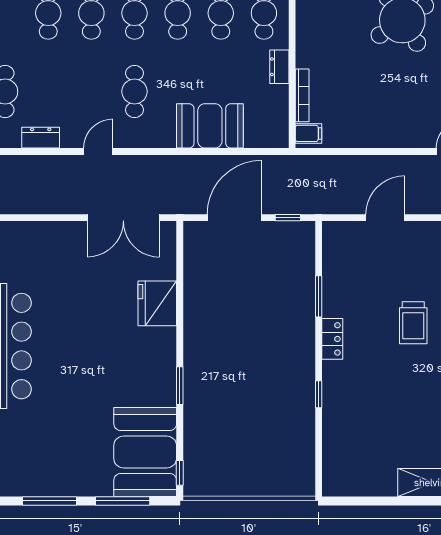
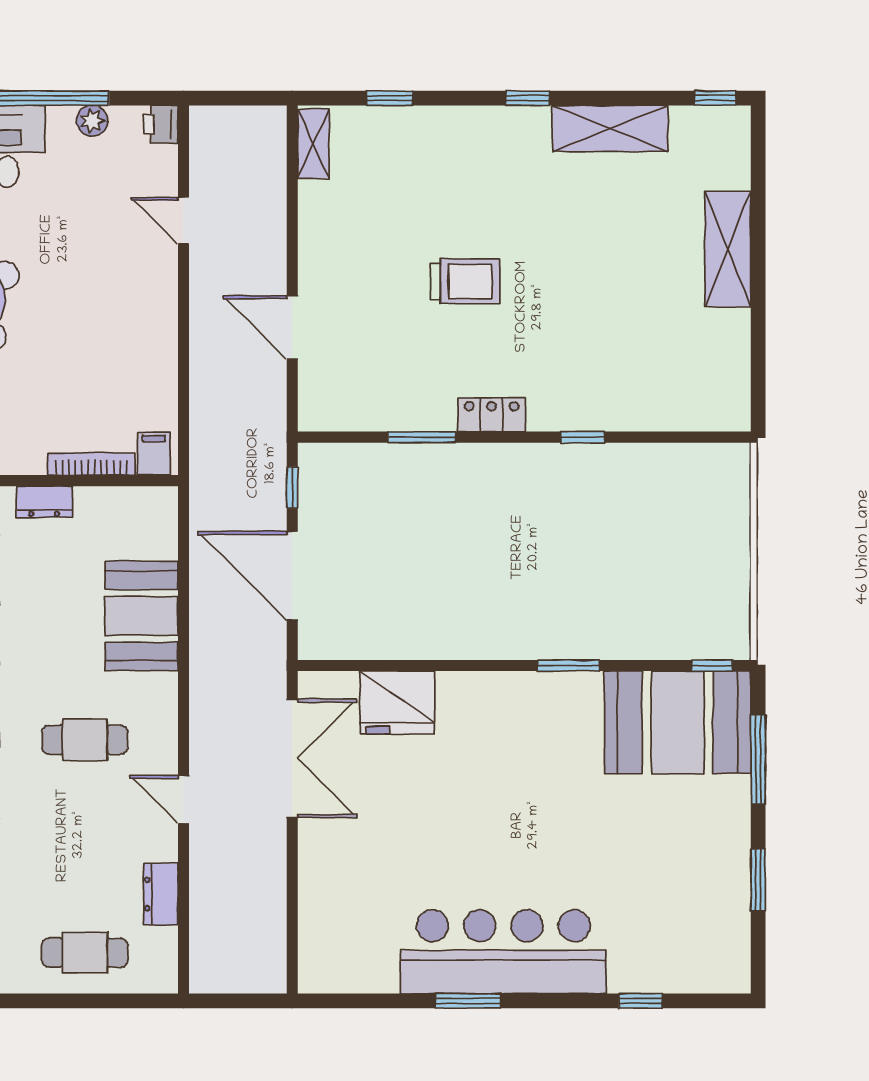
fridge: (157, 303) -> (397, 702), moved
window: (49, 501) -> (758, 880), width x0.69

